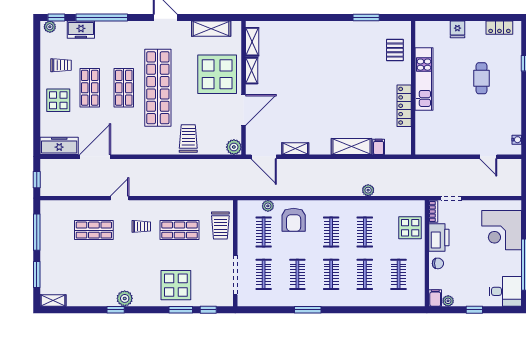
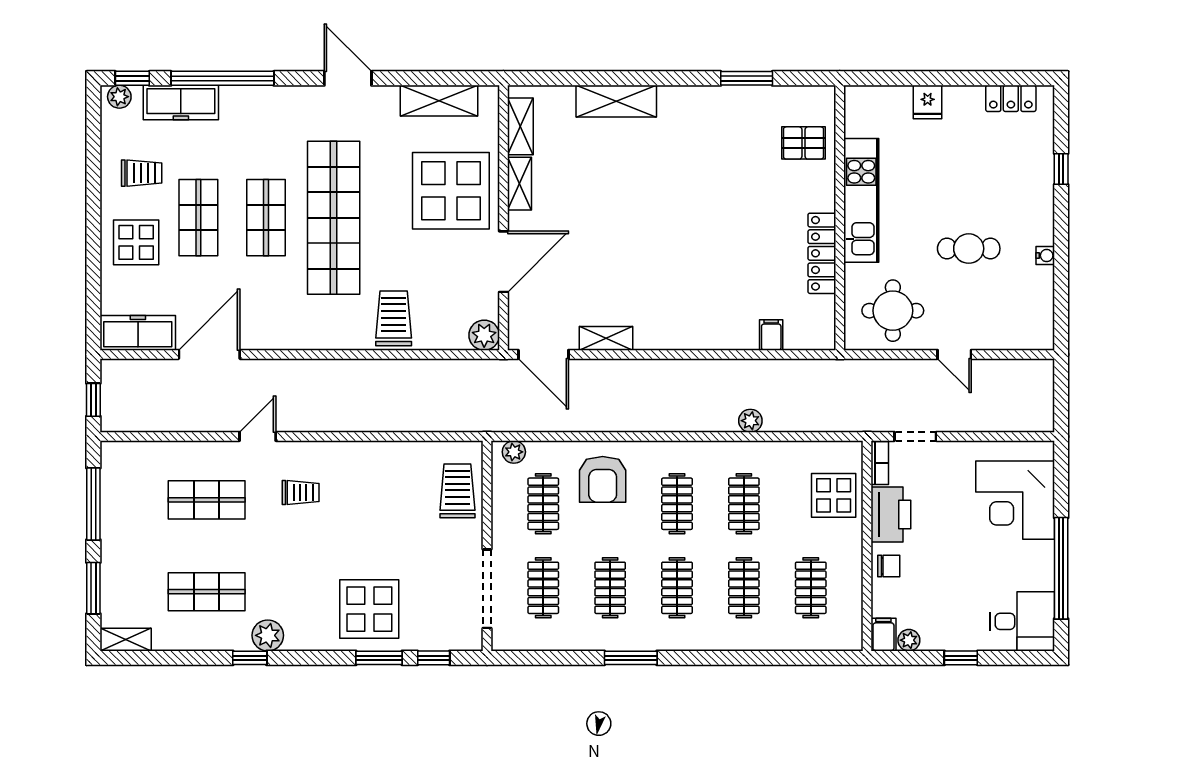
freezer: (81, 30) -> (181, 103), width x1.40
pallet: (395, 50) -> (803, 143), turned 90
cafe table: (481, 78) -> (969, 249), moved, turned 90
round table: (440, 135) -> (893, 311), added
water cooler: (517, 140) -> (1045, 256), moved
shelving: (351, 147) -> (616, 101), moved
door: (488, 157) -> (954, 354), moved
plant: (268, 206) -> (514, 452), moved
trolley: (220, 226) -> (457, 491), turned 180
shop shelf: (180, 230) -> (207, 592), moved

